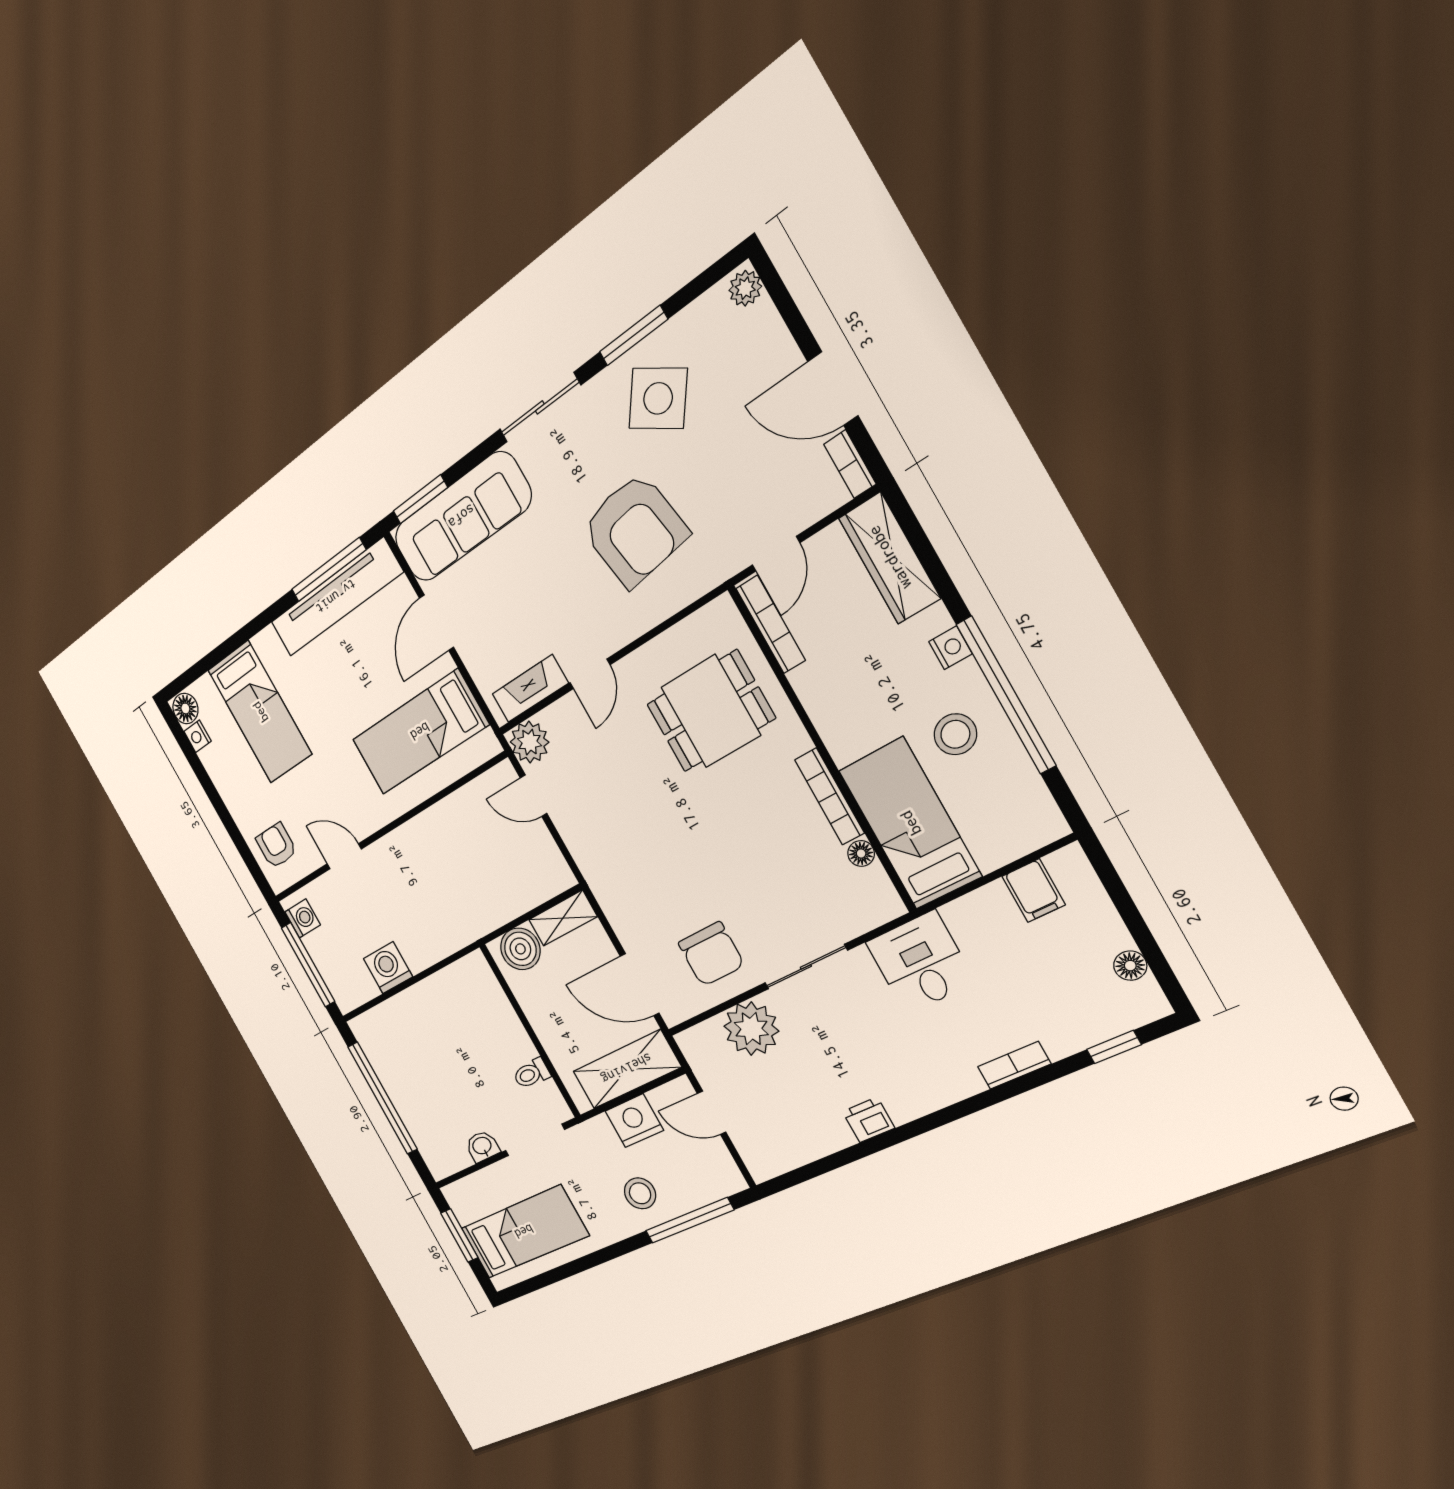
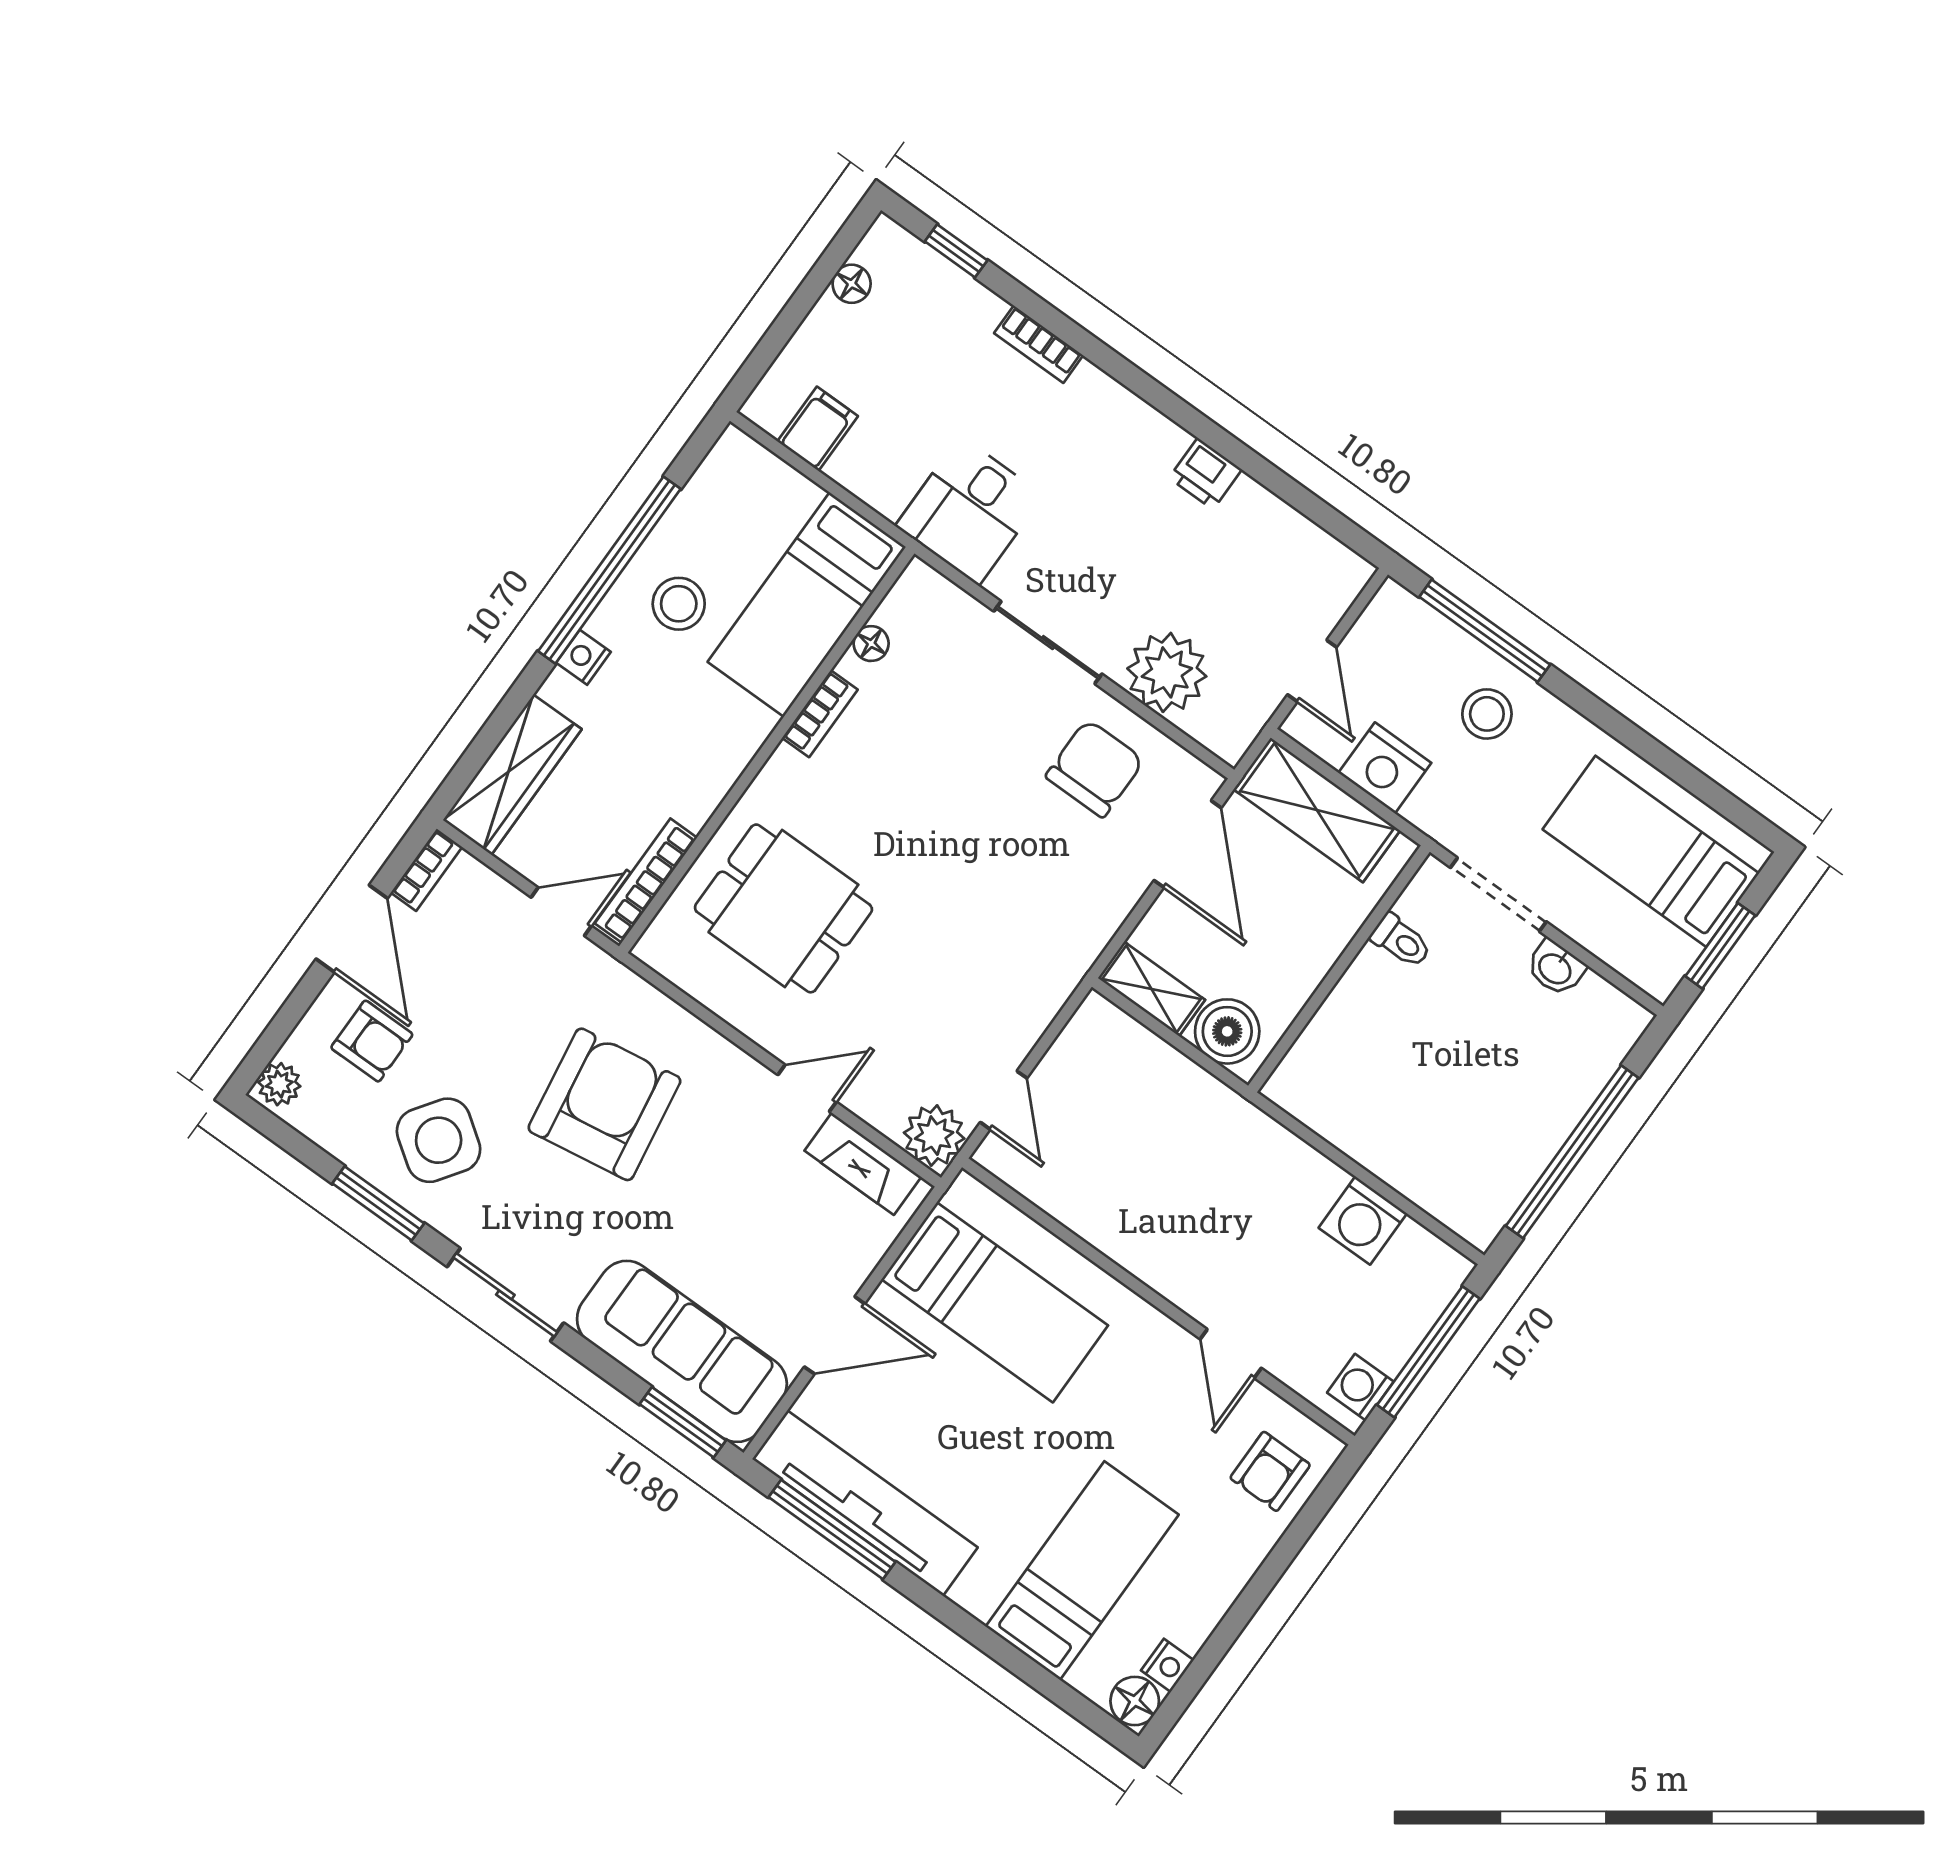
armchair: (746, 374) -> (372, 1041), added
bookcase: (830, 796) -> (820, 714), width x0.64

